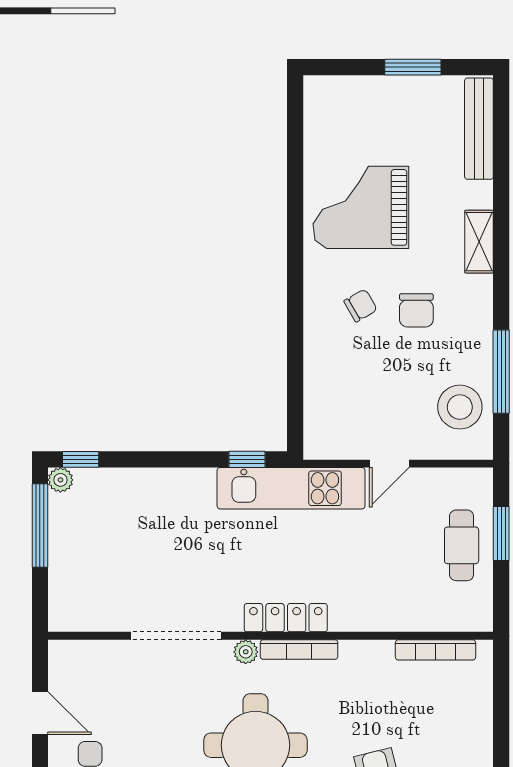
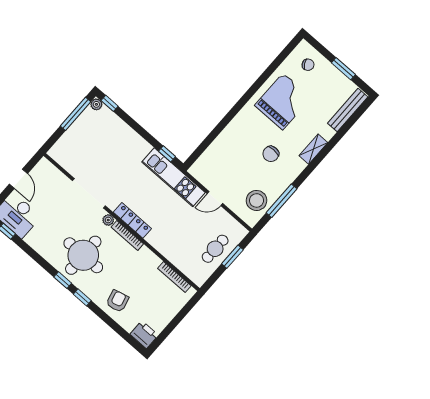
grand piano: (361, 207) -> (283, 101), turned 90
chair: (361, 305) -> (308, 65), moved

